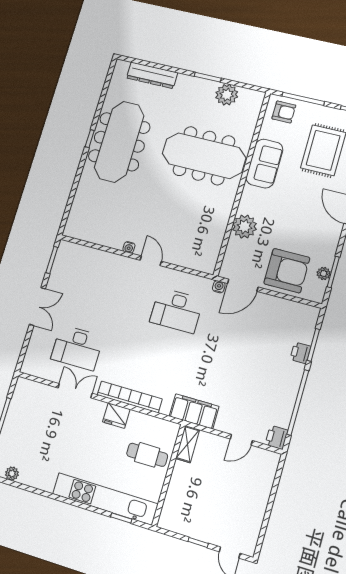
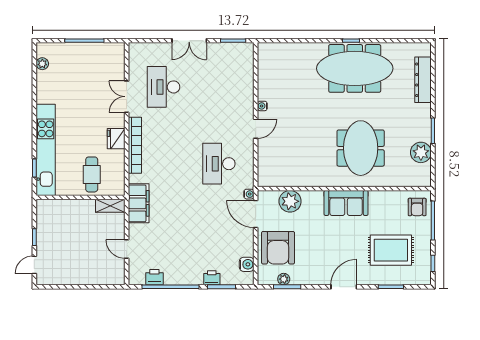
meeting table: (204, 156) -> (361, 148), width x0.73
sofa: (264, 164) -> (346, 203), moved
plant: (244, 227) -> (290, 201), moved
water cooler: (296, 310) -> (247, 264), added
double door: (75, 391) -> (127, 97), swing flipped
printer: (276, 437) -> (154, 277), moved

